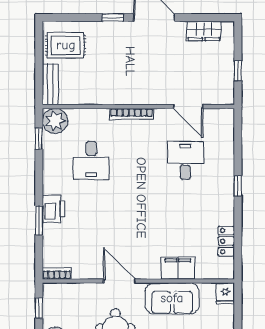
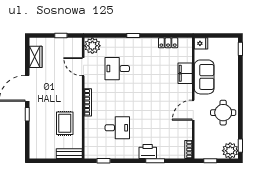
rug: (66, 45) -> (65, 123), moved
door: (188, 107) -> (83, 67), swing flipped
plant: (55, 121) -> (92, 46), moved

